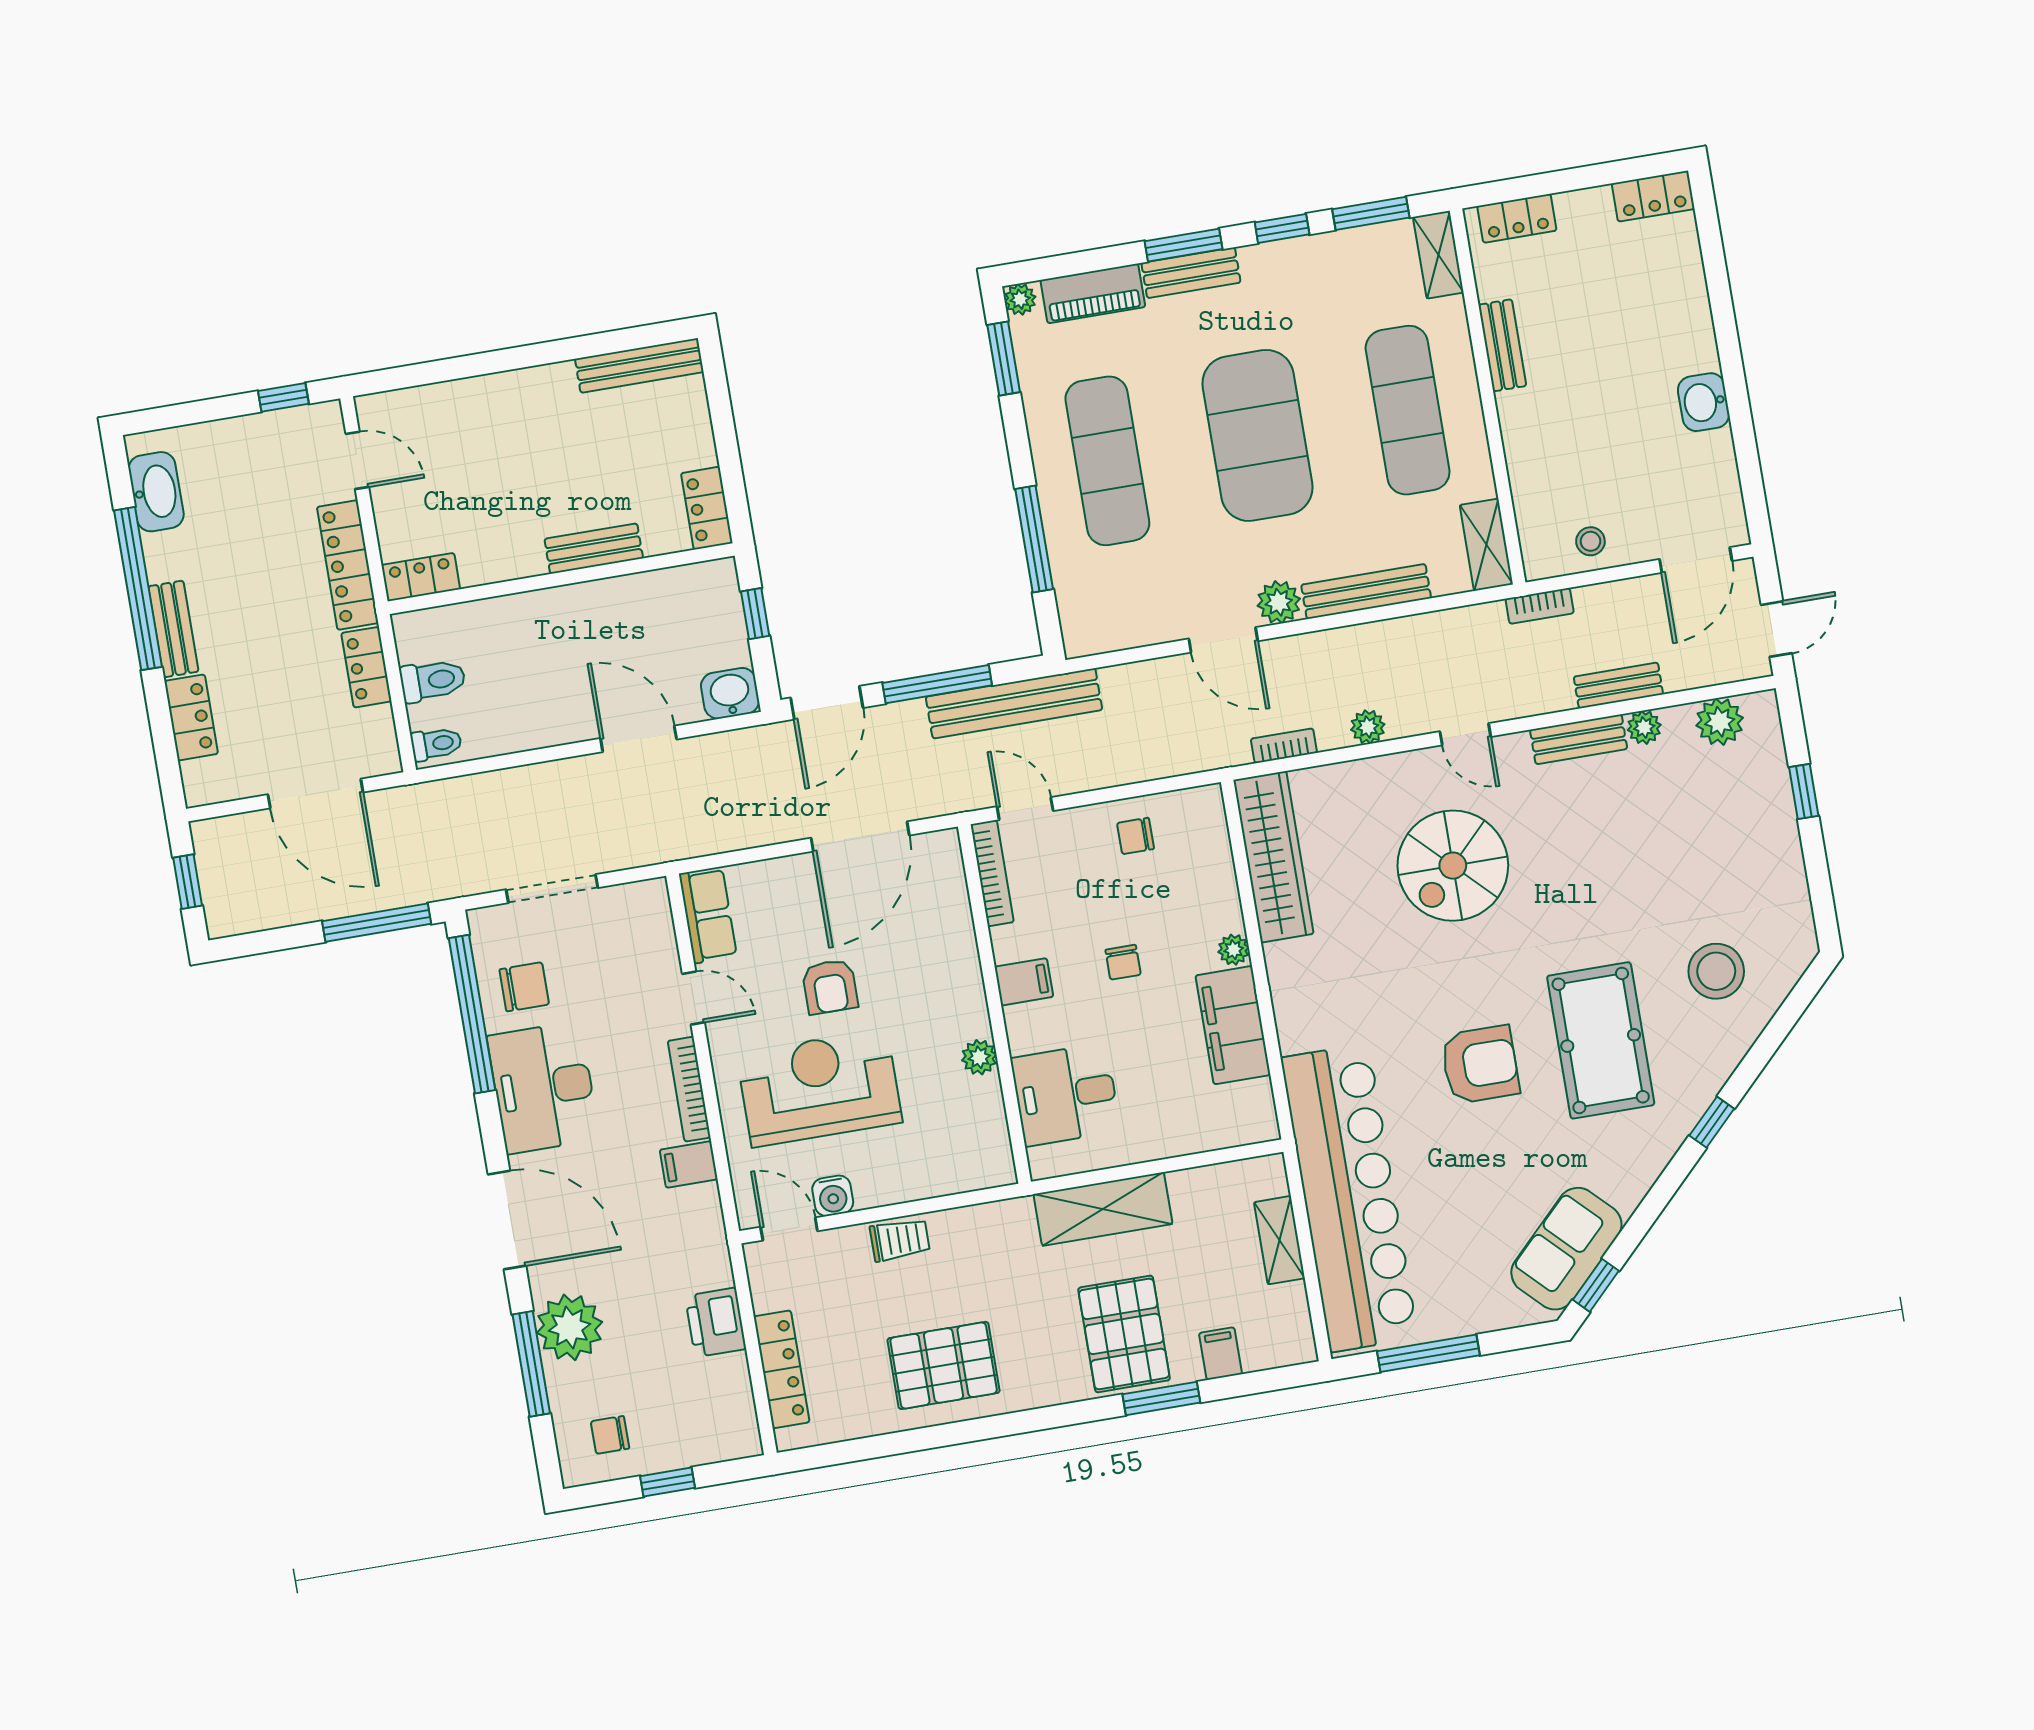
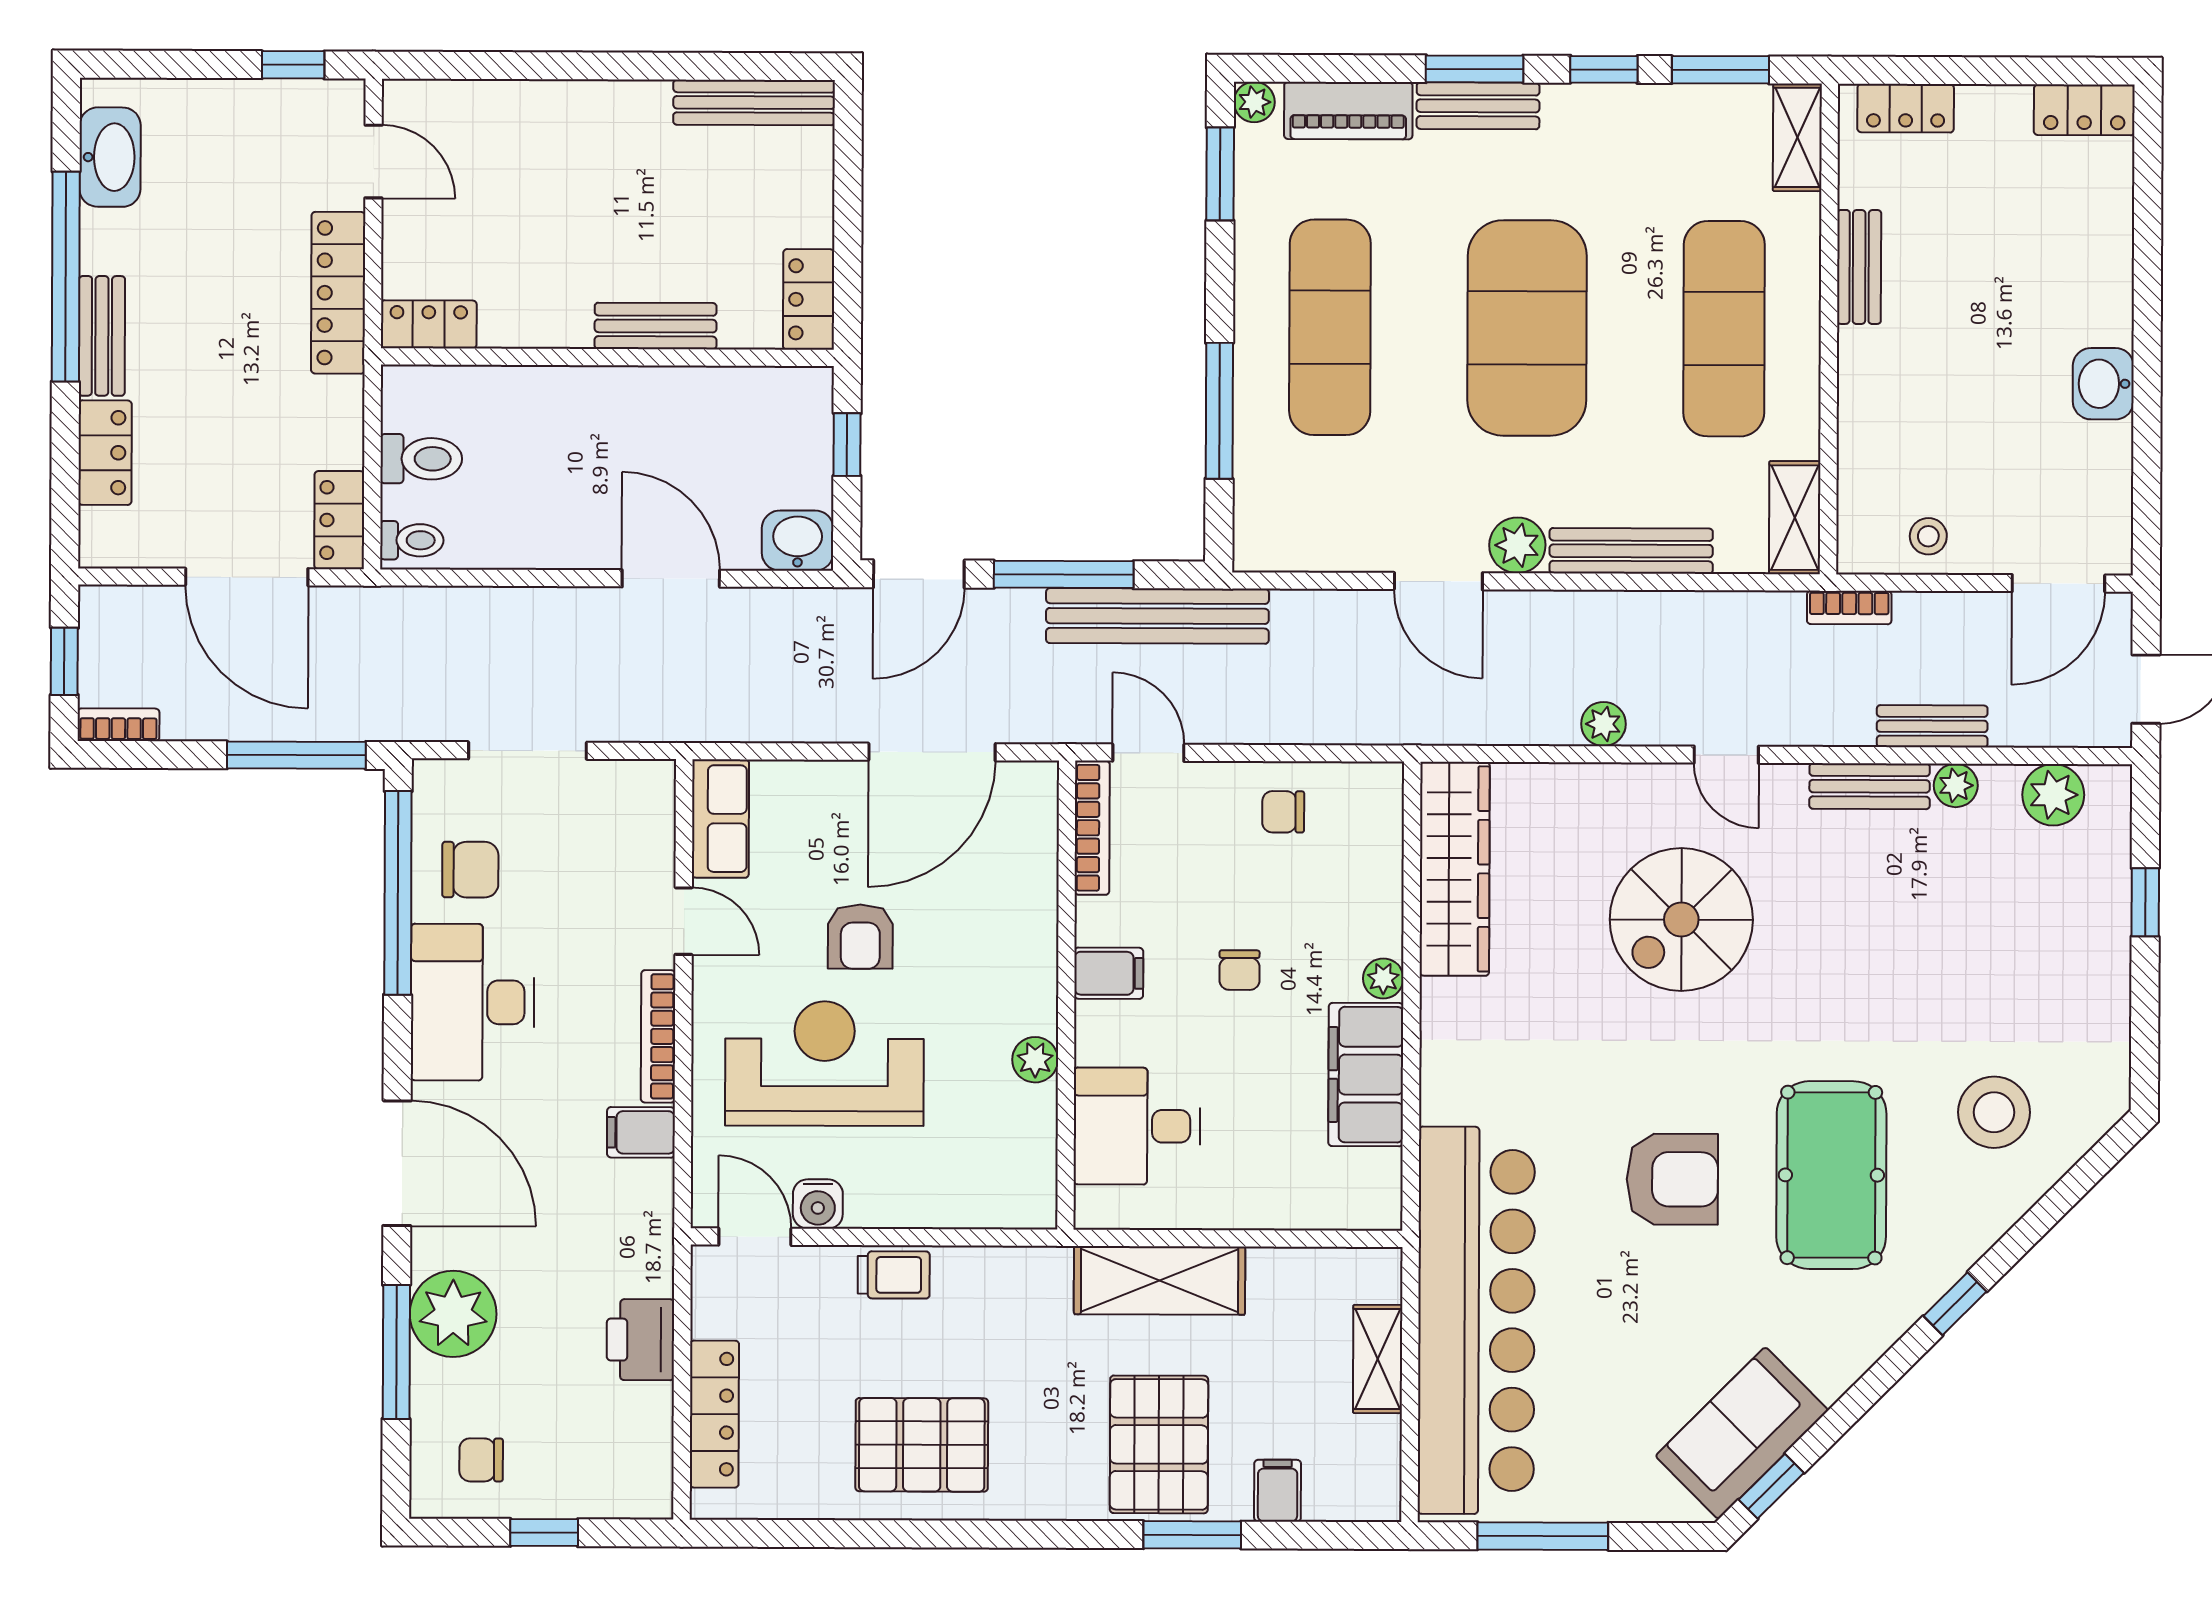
locker: (366, 667) -> (339, 520), moved
bookcase: (1284, 746) -> (118, 725), moved

